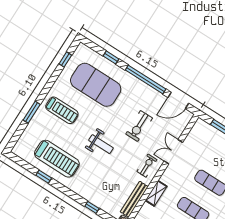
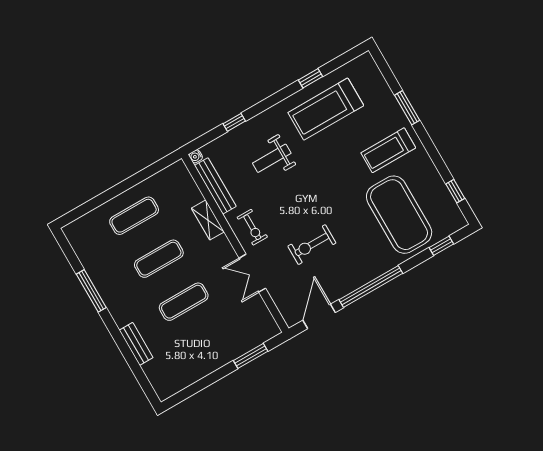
window: (111, 57) -> (441, 246), moved
exercise mat: (96, 85) -> (399, 215), turned 90
exercise bike: (139, 126) -> (312, 245), turned -90
weight bench: (101, 144) -> (272, 158), moved
double door: (173, 152) -> (252, 273), swing flipped

